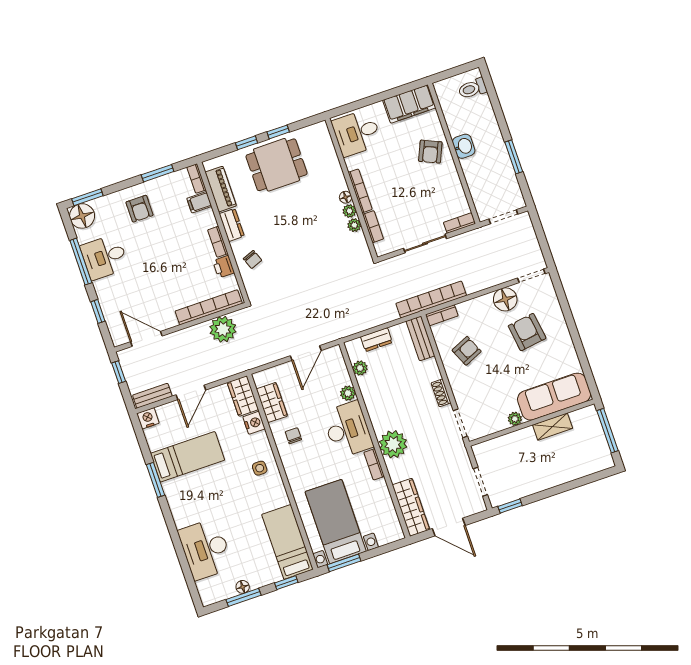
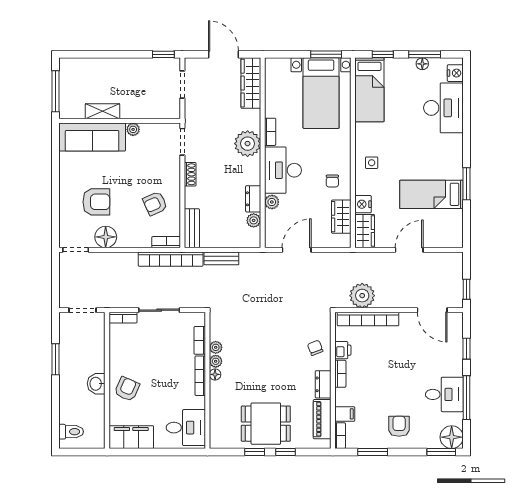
armchair: (527, 332) -> (96, 202), turned -82
dresser: (376, 340) -> (253, 199), moved, turned -90
bench: (152, 396) -> (221, 258), moved
nightstand: (148, 418) -> (455, 73), moved, turned -90

